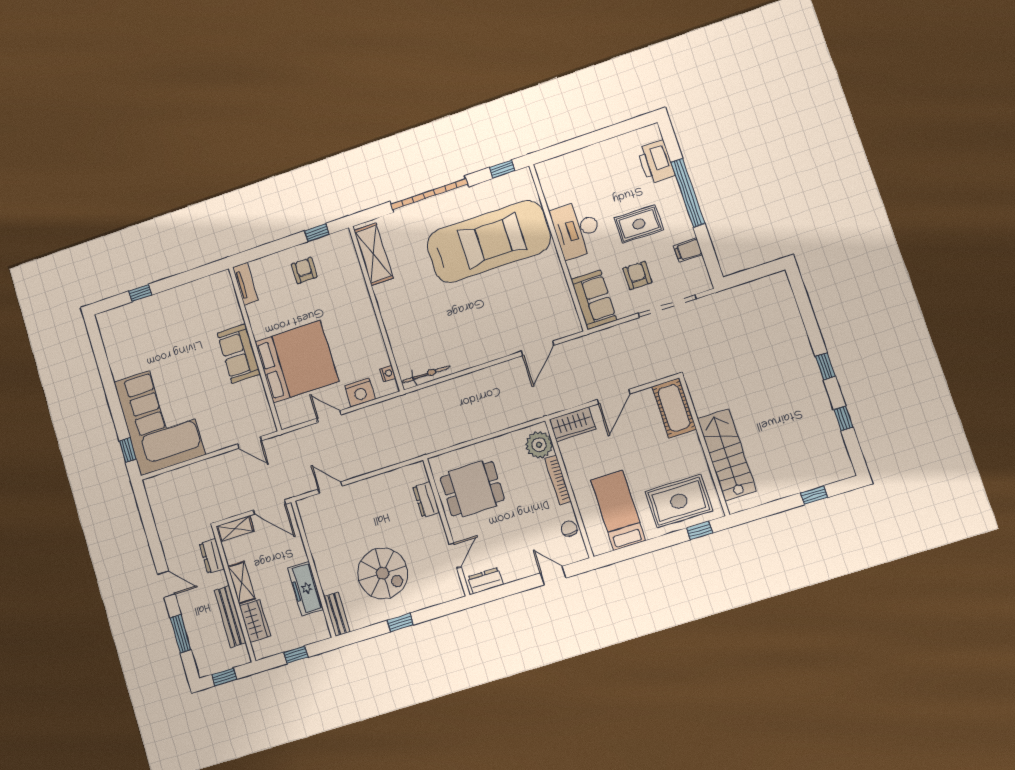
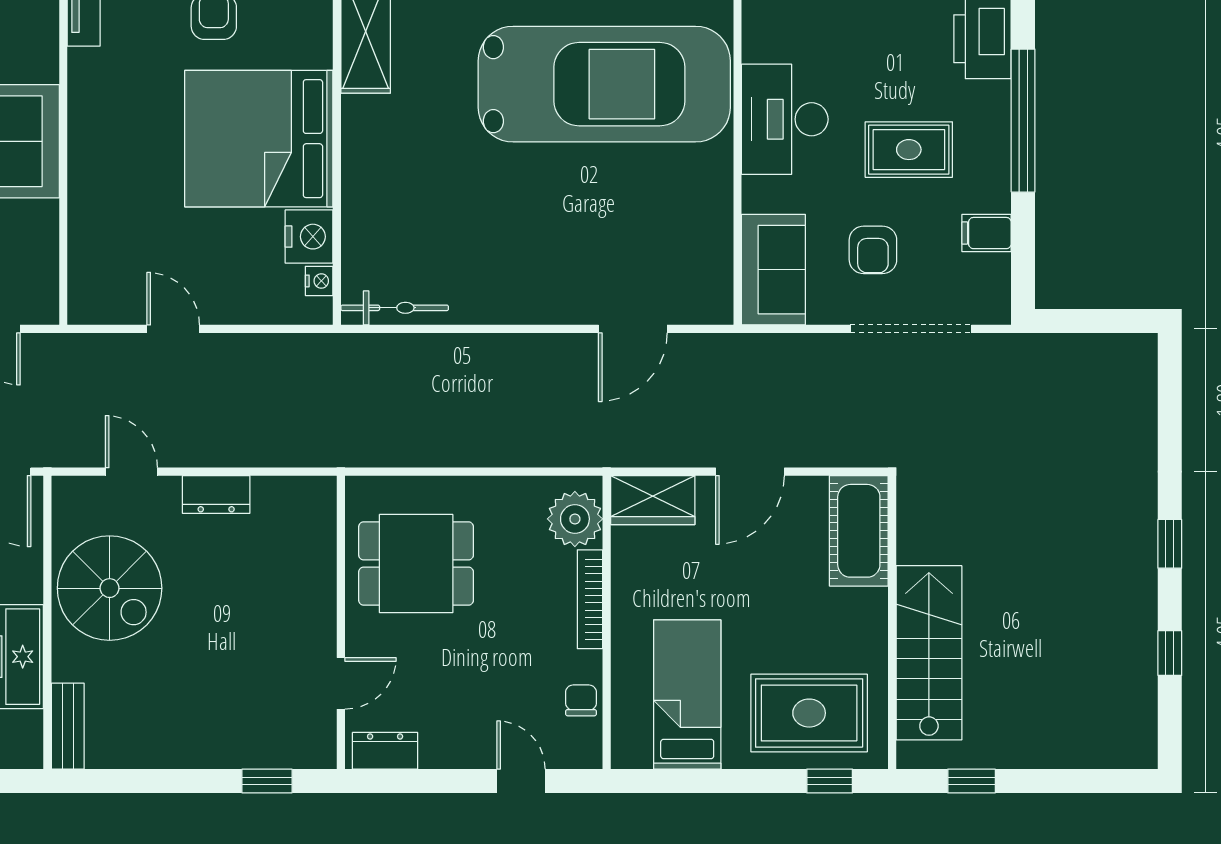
armchair: (637, 275) -> (873, 250), turned 180
bed: (297, 362) -> (259, 139), moved, turned 180
nightstand: (360, 392) -> (309, 237), moved, turned -90
window: (814, 495) -> (972, 781), moved
dresser: (426, 499) -> (216, 495), moved, turned -90
spiral stairs: (383, 573) -> (110, 588), moved
window: (400, 623) -> (267, 781), moved

